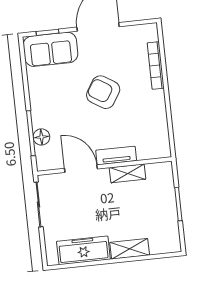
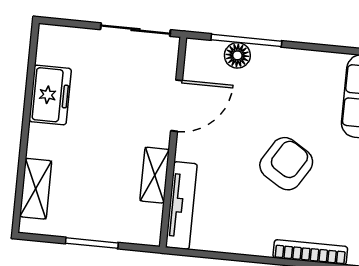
tv unit: (116, 155) -> (181, 206), moved, width x1.41
shelving: (130, 249) -> (36, 189), moved
freezer: (83, 250) -> (50, 95), width x0.71

